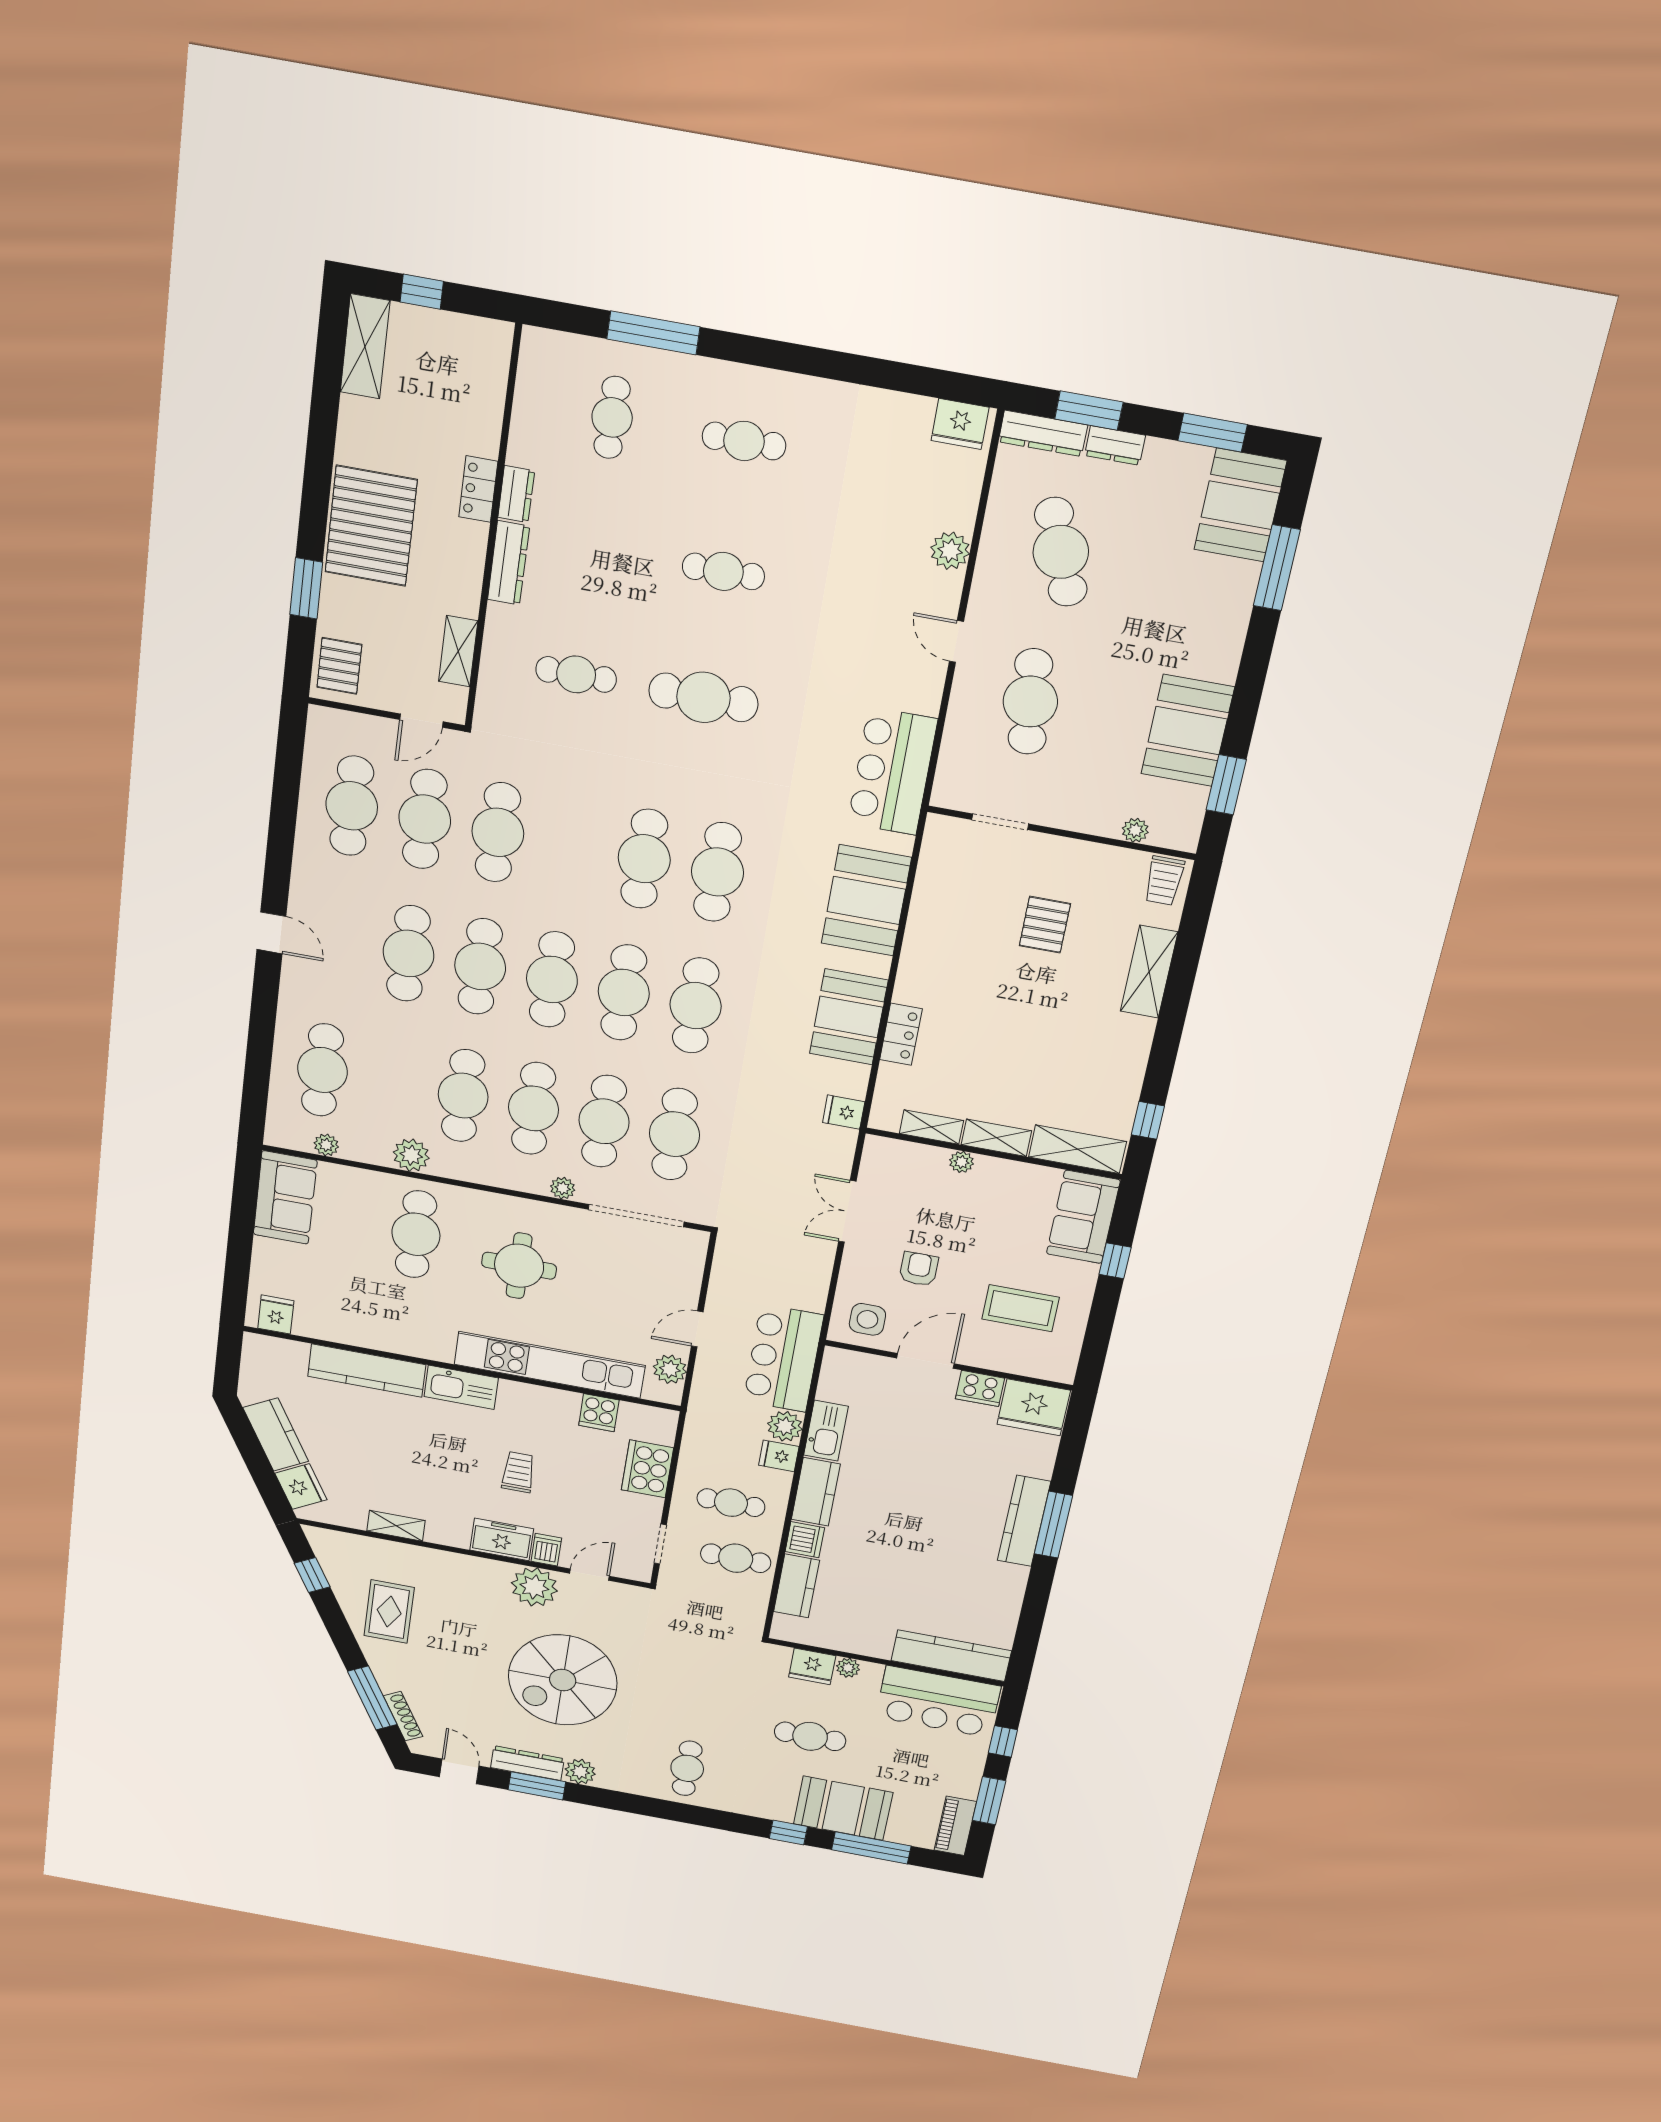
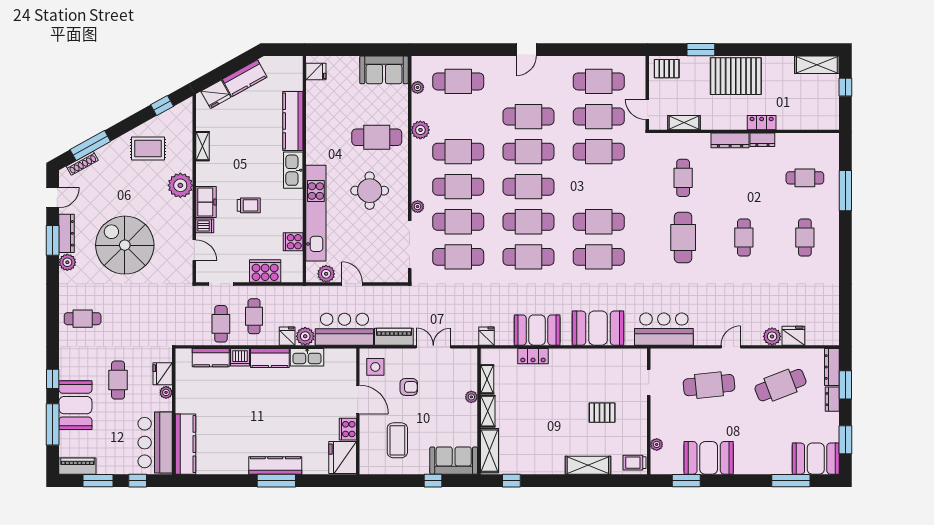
fridge: (960, 424) -> (793, 336), moved, turned 90
piano: (814, 1276) -> (394, 337), added
plant: (534, 1587) -> (180, 185), moved

